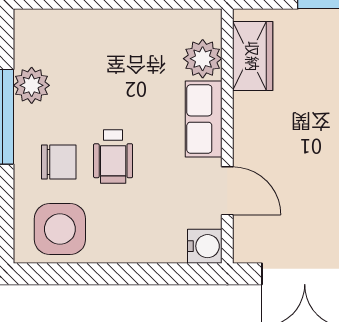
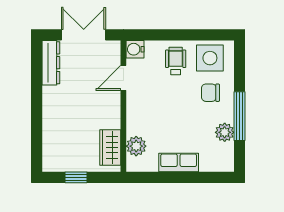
row of seats: (204, 119) -> (179, 163), moved, turned -90
wheelchair: (113, 156) -> (176, 61), moved
door: (227, 191) -> (123, 78), hinge flipped

